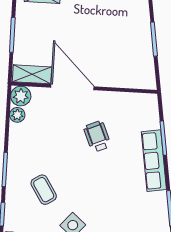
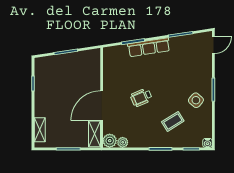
wheelchair: (97, 136) -> (141, 97), moved

